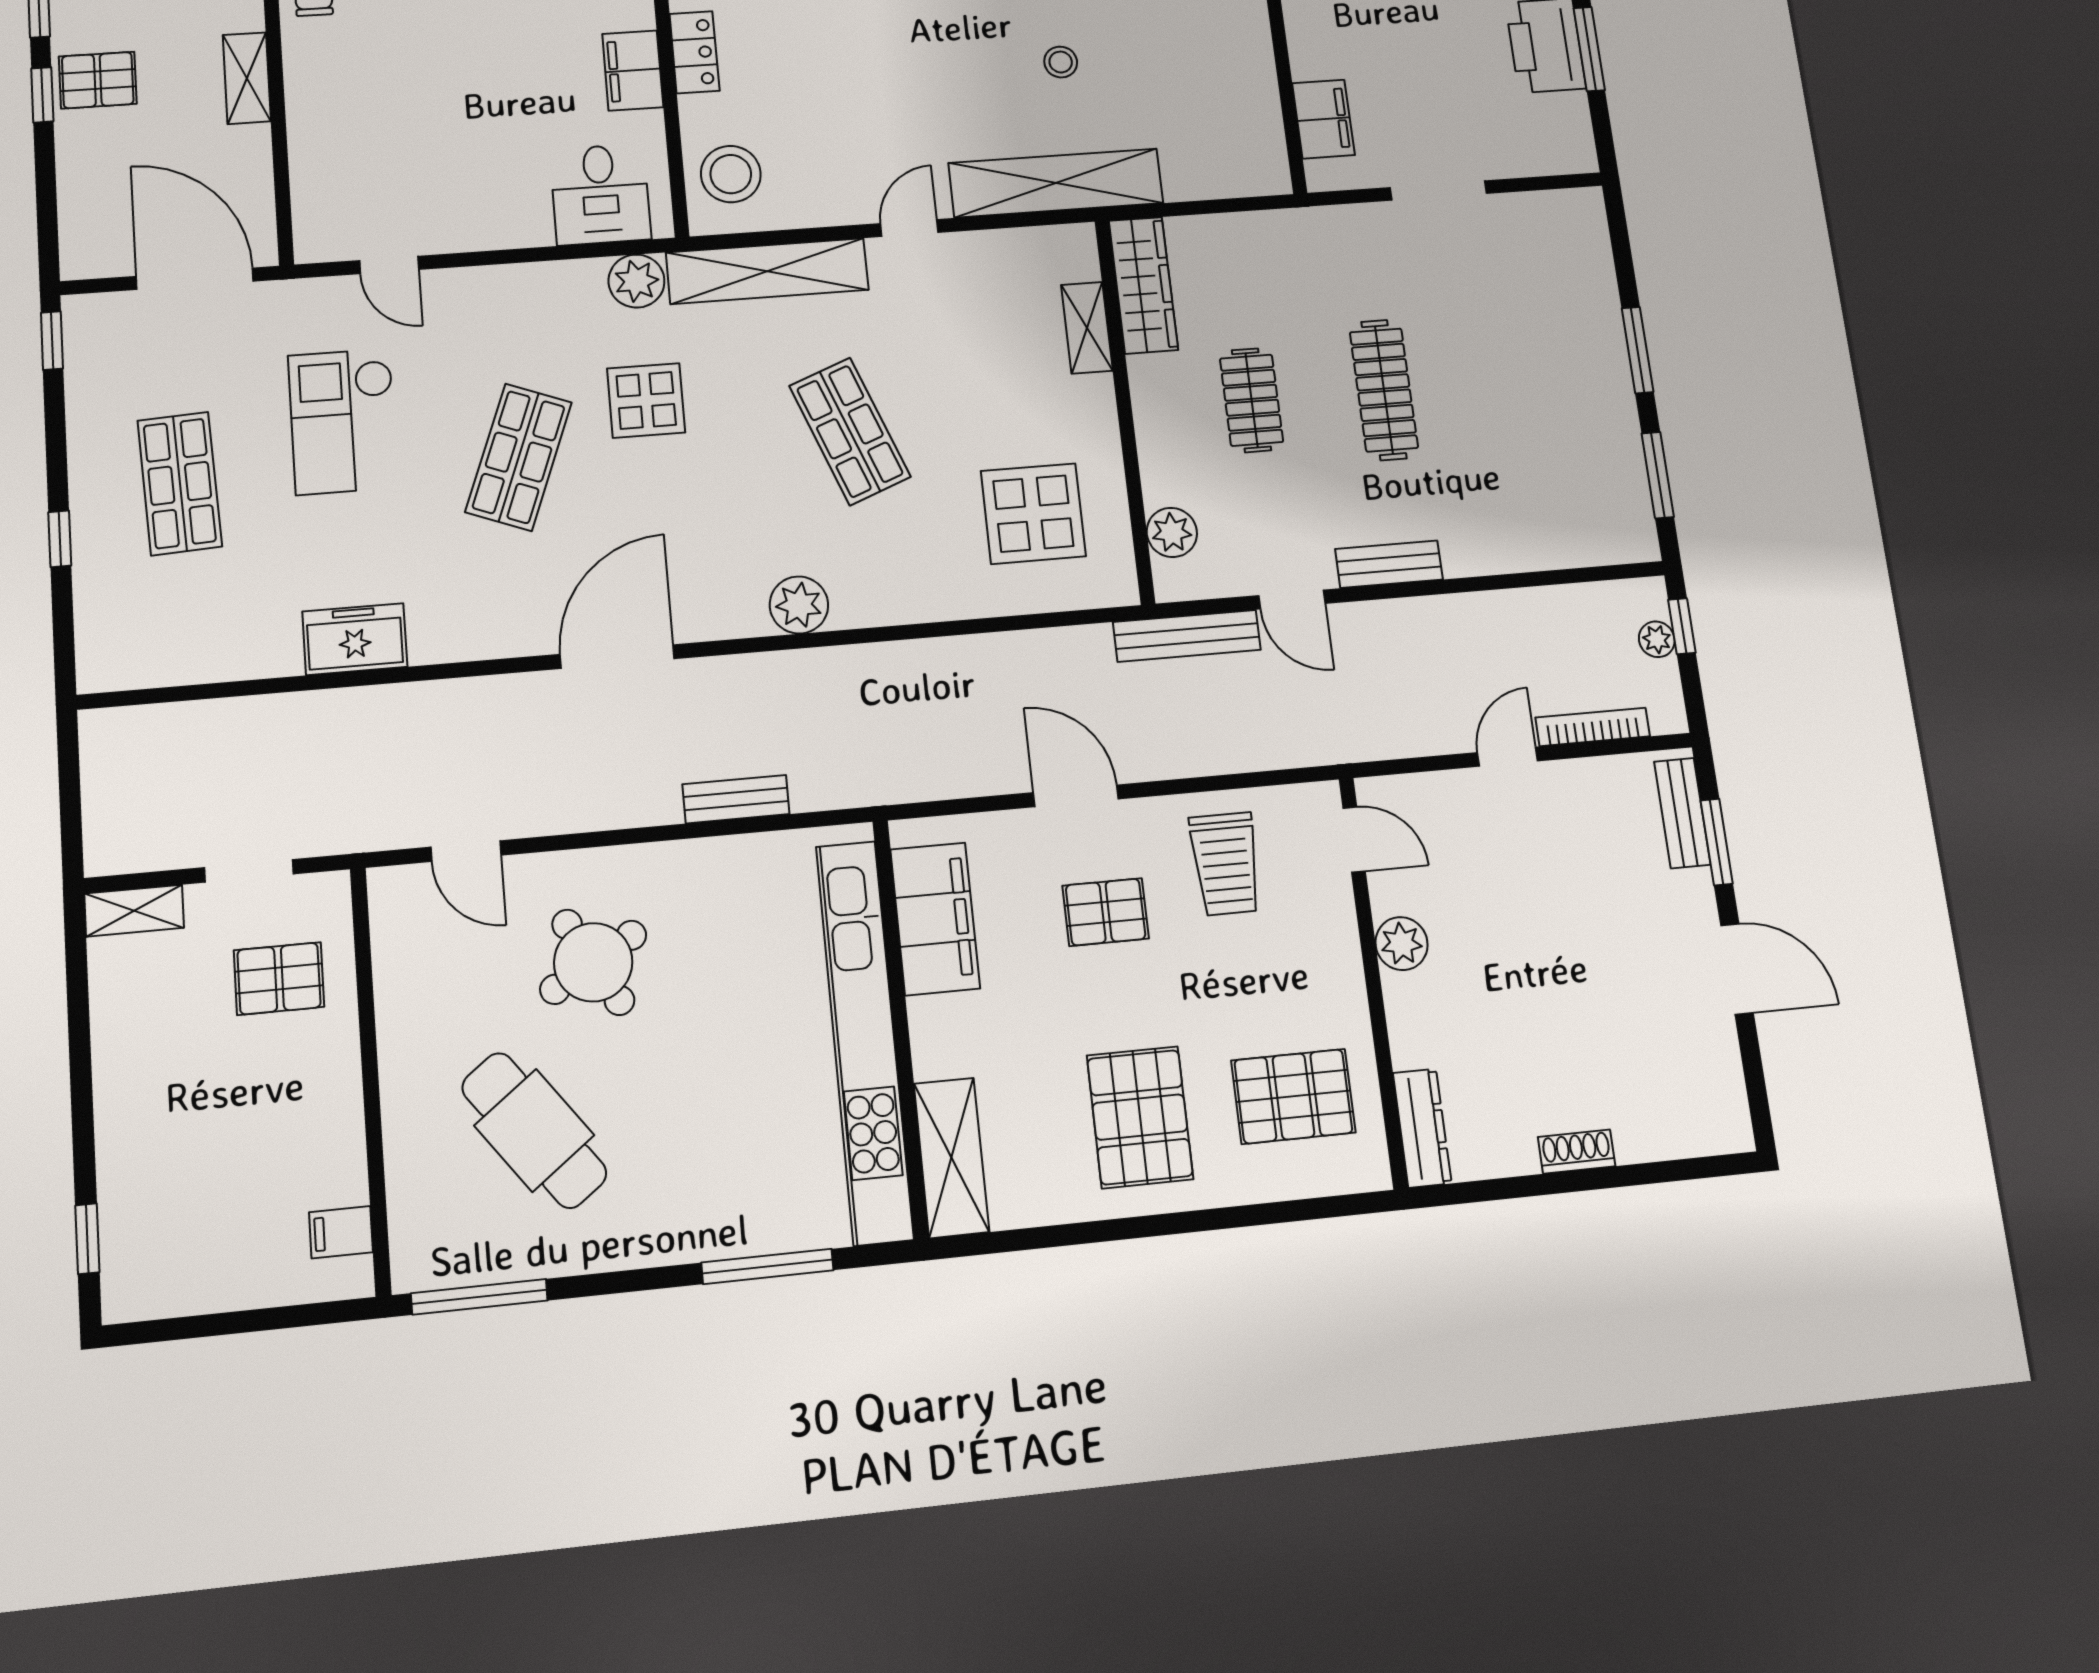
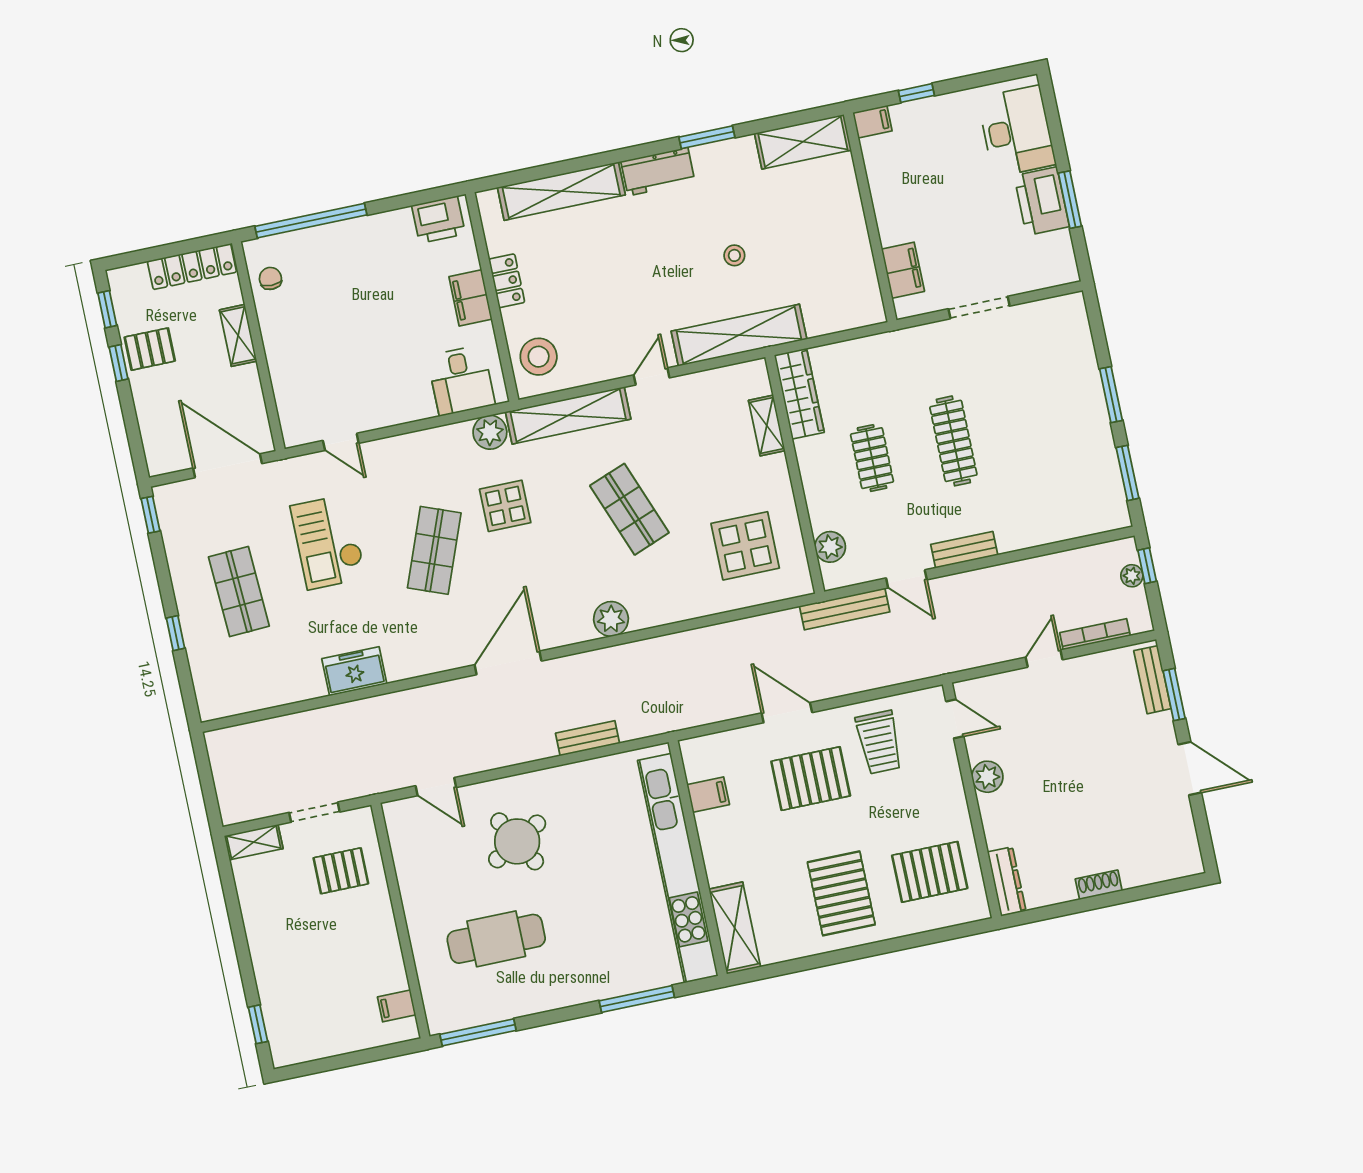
pallet: (1106, 912) -> (811, 779), width x1.50, depth x1.42
filing cabinet: (935, 919) -> (708, 795), width x0.33, depth x0.86
cafe table: (534, 1130) -> (496, 939), turned -53

